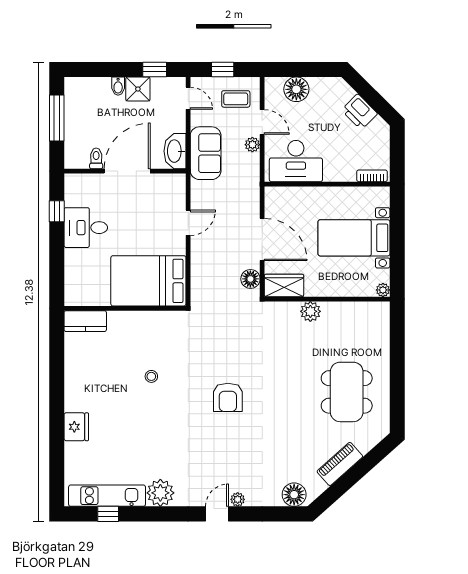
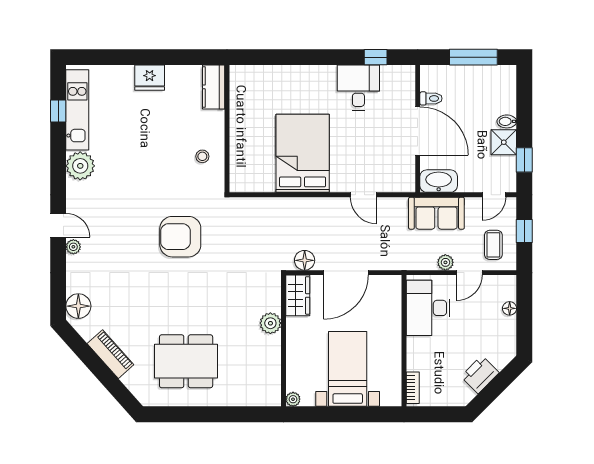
floor lamp: (296, 89) -> (510, 308), width x0.53, depth x0.53
wall: (125, 308) -> (227, 129), moved
kitchen counter: (85, 321) -> (214, 87), moved
armchair: (228, 397) -> (180, 237), width x1.36, depth x1.36

